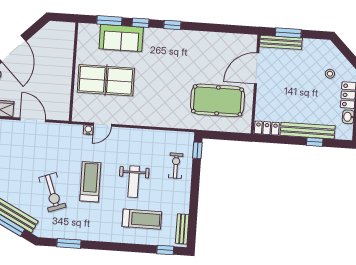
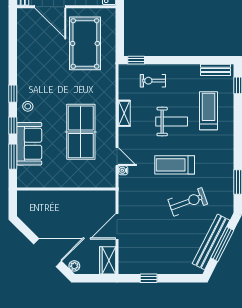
stool: (159, 39) -> (28, 106), added
table tennis table: (106, 80) -> (81, 132), moved
shelving: (145, 135) -> (124, 113), added

